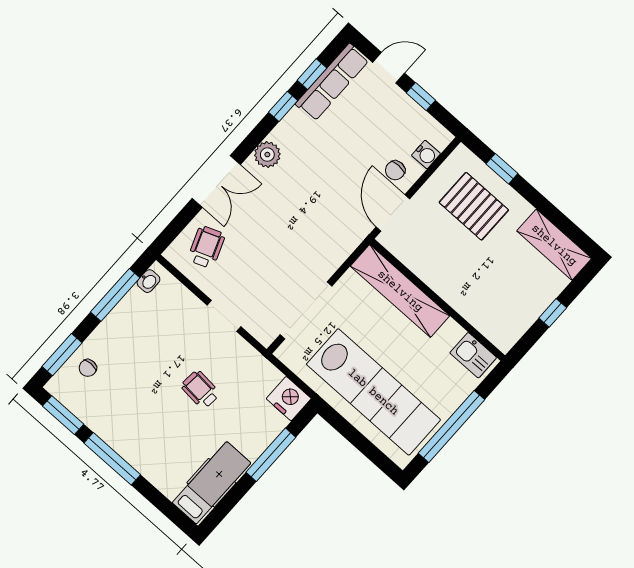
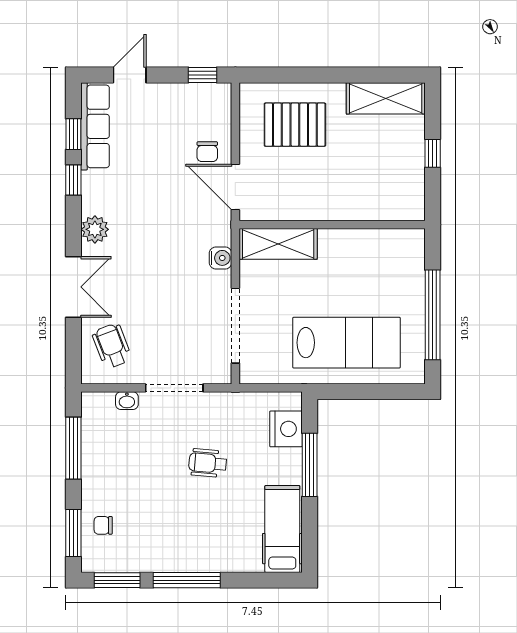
window: (421, 97) -> (203, 75), moved
water cooler: (426, 155) -> (221, 258), moved
window: (502, 169) -> (291, 75), removed
washbasin: (148, 281) -> (127, 401), moved, turned 90
shelving: (400, 291) -> (278, 244), width x0.68
doorway: (224, 316) -> (174, 388), width x1.38
kitchen sink: (473, 355) -> (400, 243), removed
chair: (88, 368) -> (103, 525), turned 90
lab bench: (373, 392) -> (346, 343), width x0.73
nightstand: (289, 399) -> (286, 429), moved, turned 90

